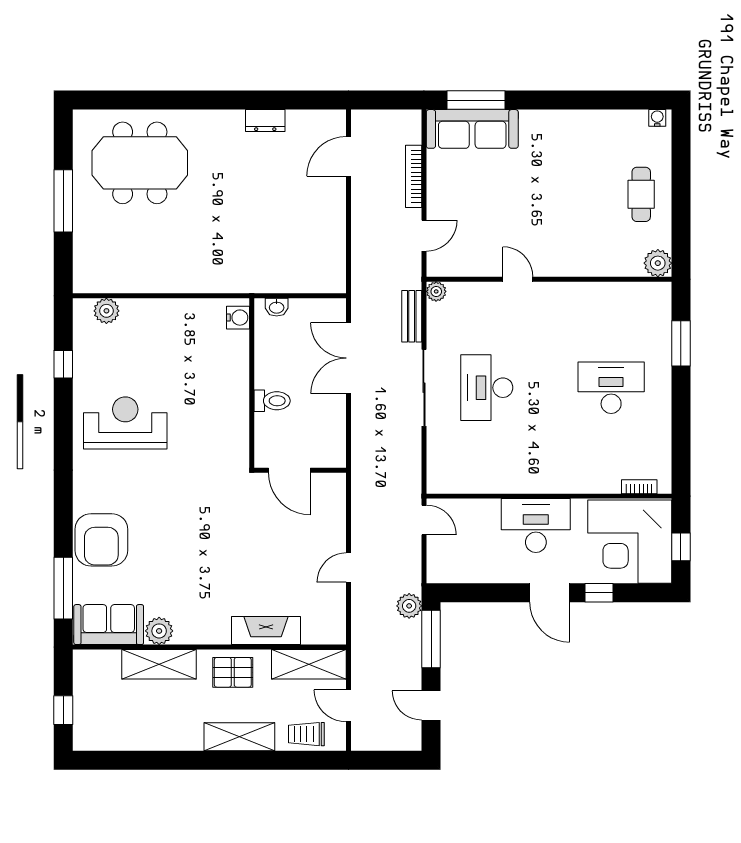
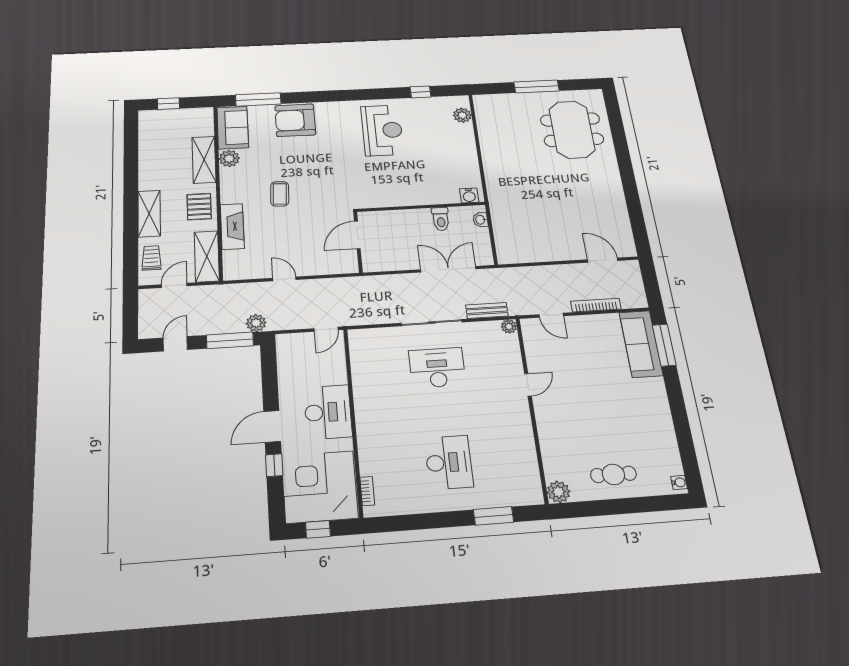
dresser: (265, 121) -> (618, 205), removed
toilet: (272, 401) -> (441, 219), moved
coffee table: (220, 567) -> (280, 194), added

